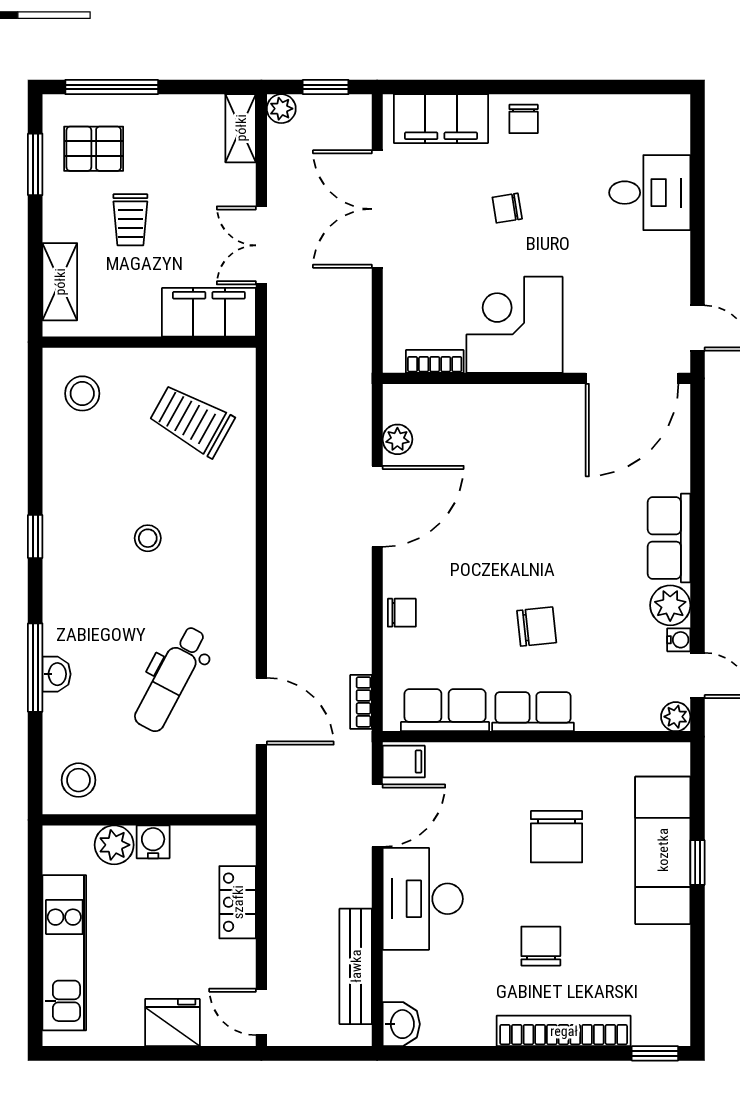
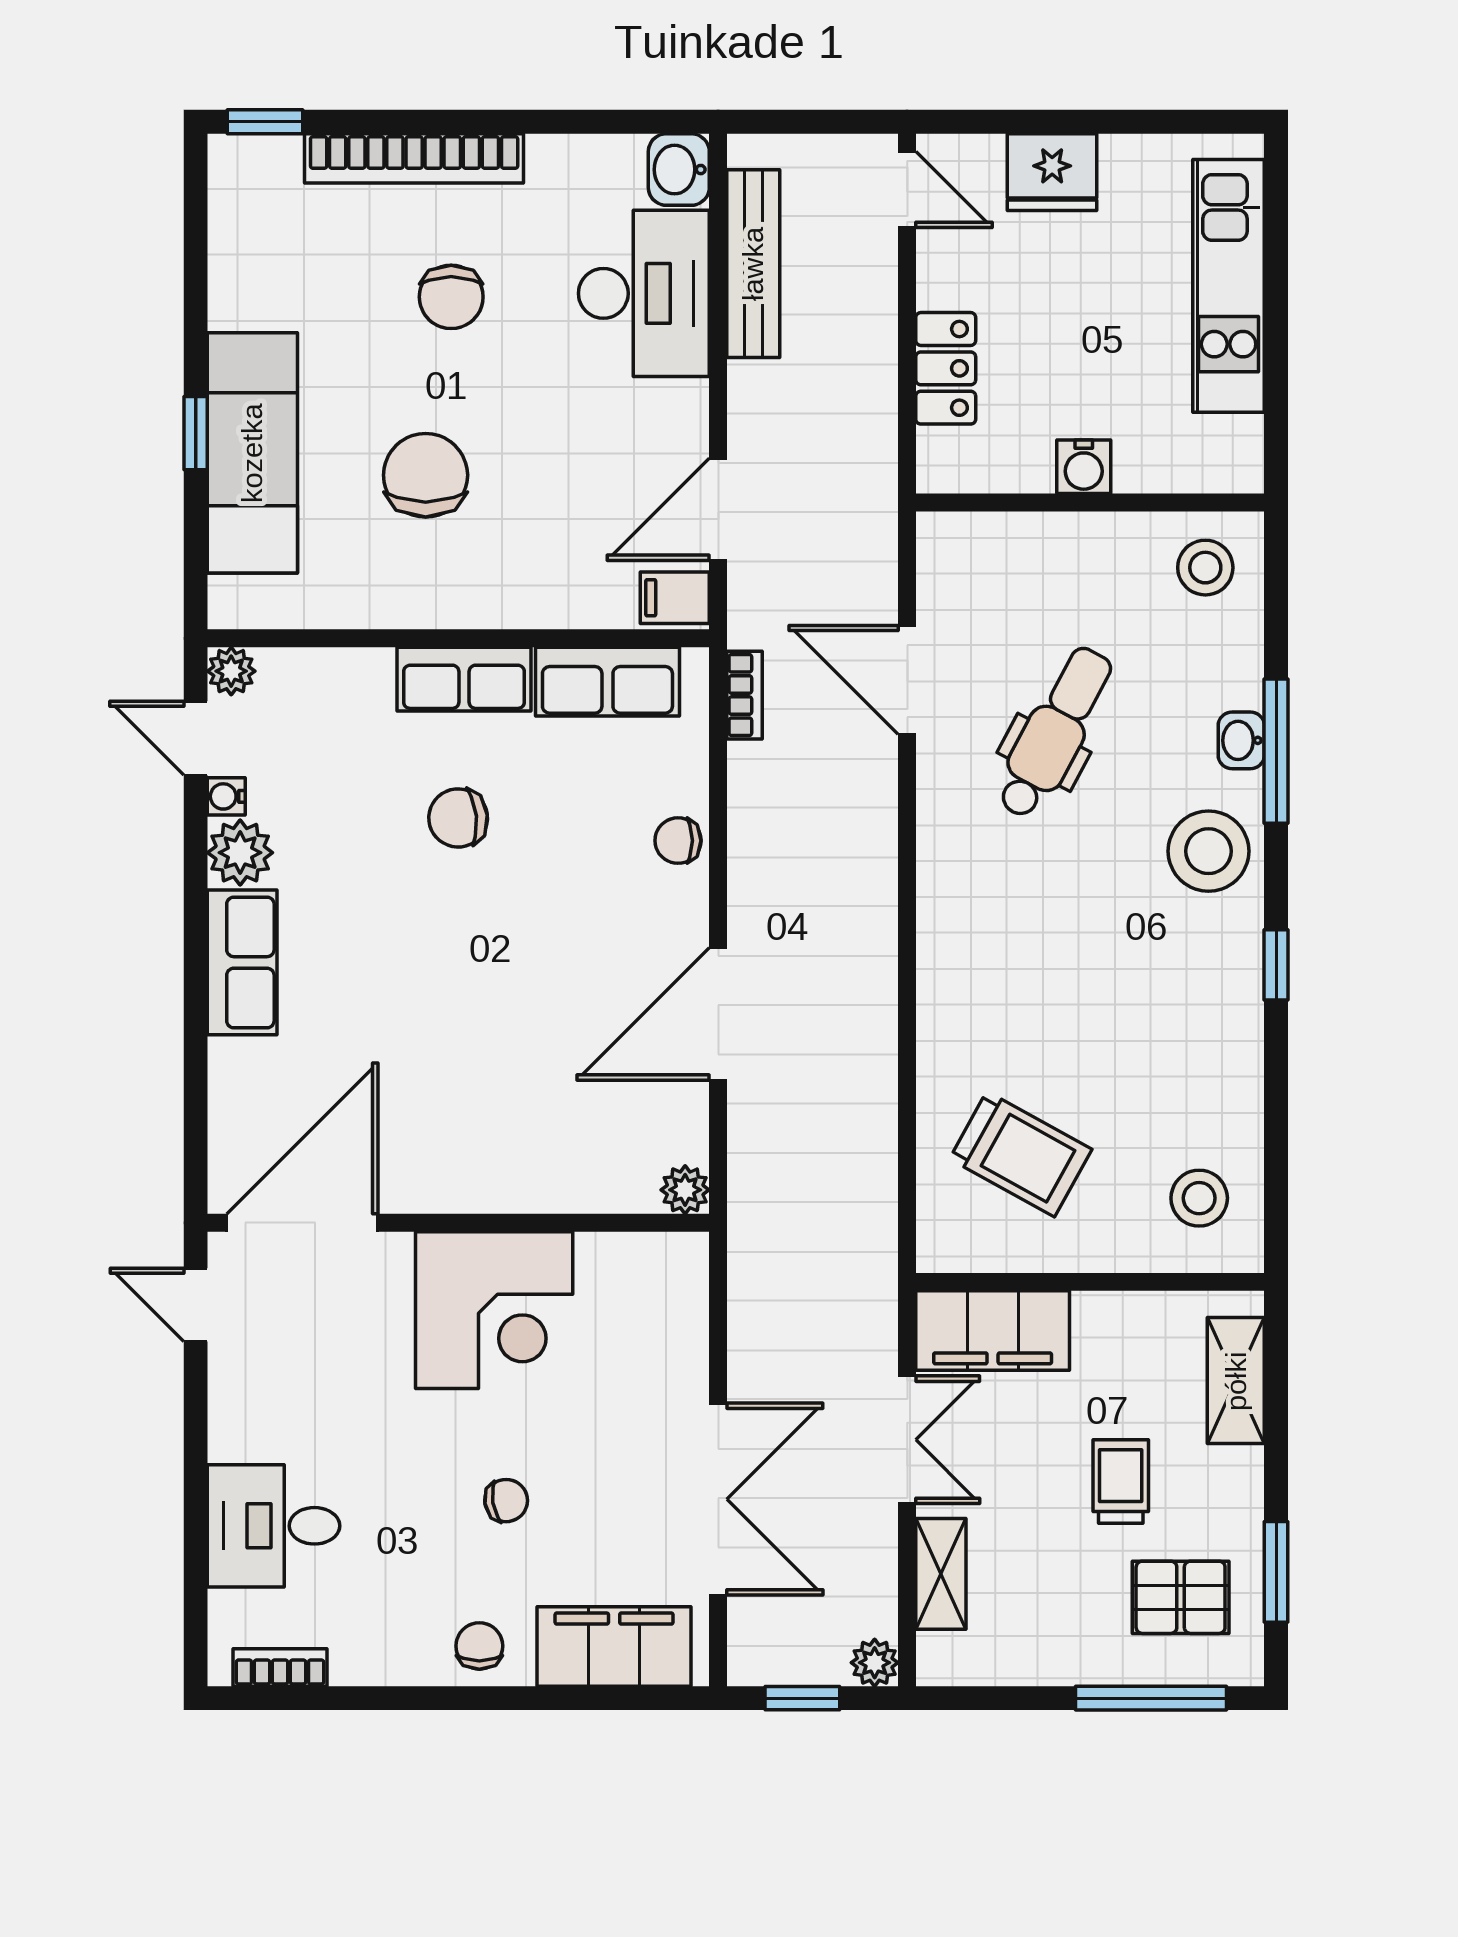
shelving: (241, 128) -> (941, 1574), moved
bookcase: (435, 361) -> (280, 1667), moved, turned 180
plant: (397, 439) -> (685, 1190), moved
stool: (148, 538) -> (1208, 851), moved, width x1.89, depth x1.89
plant: (114, 845) -> (1147, 462), removed
desk: (423, 899) -> (644, 293), moved

